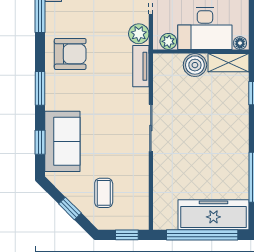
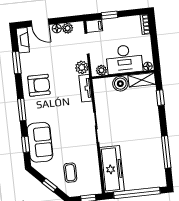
freezer: (213, 215) -> (112, 169), moved, turned 90

